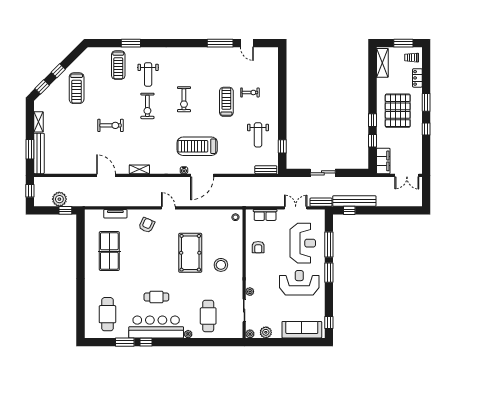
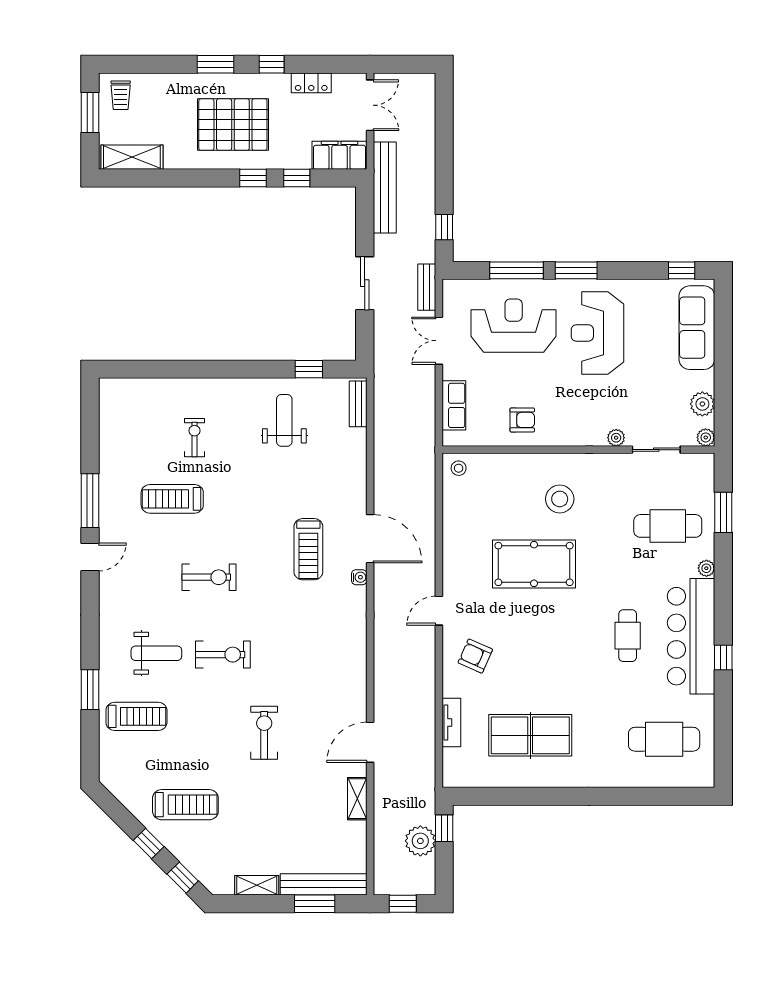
door: (247, 43) -> (90, 557), moved
locker: (417, 78) -> (311, 83), moved
treadmill: (226, 102) -> (172, 499), moved
weight bench: (258, 135) -> (284, 420), turned -90
treadmill: (197, 146) -> (308, 549), width x0.73, depth x0.73
shelving: (139, 169) -> (357, 799), moved
bench: (354, 201) -> (385, 188), moved
window: (125, 342) -> (723, 512), moved

